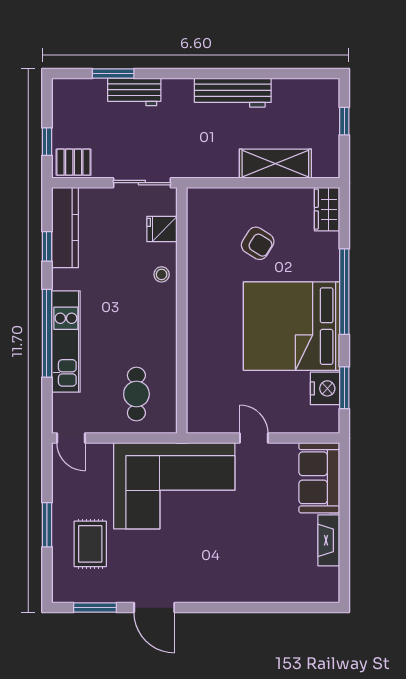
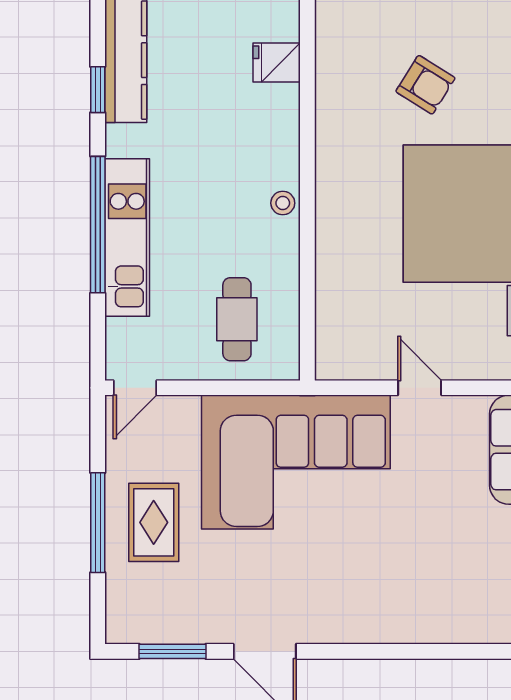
stool: (162, 274) -> (283, 203), moved
door: (71, 438) -> (135, 388), hinge flipped
window: (47, 525) -> (98, 523), width x1.44
rug: (90, 544) -> (154, 522), moved

